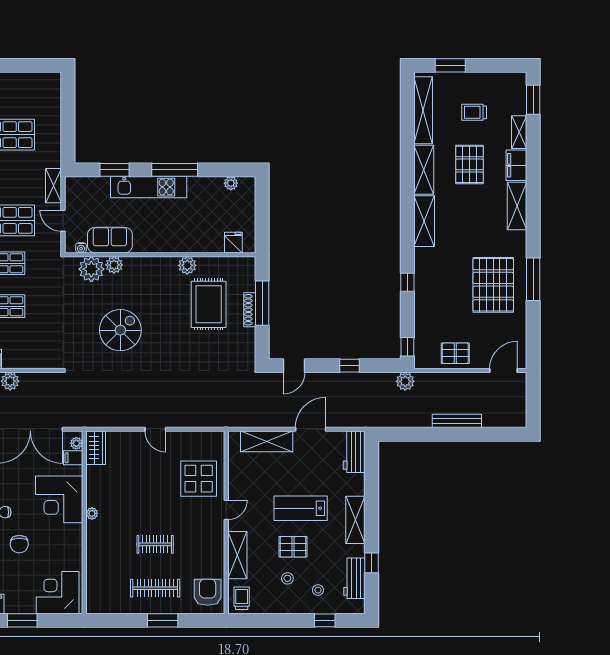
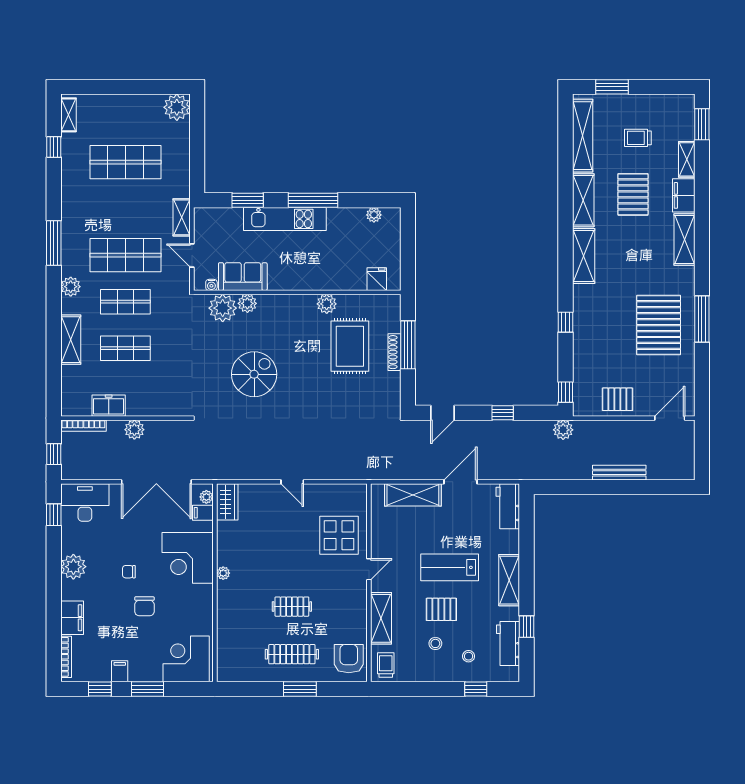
plant: (49, 84) -> (177, 107), added

